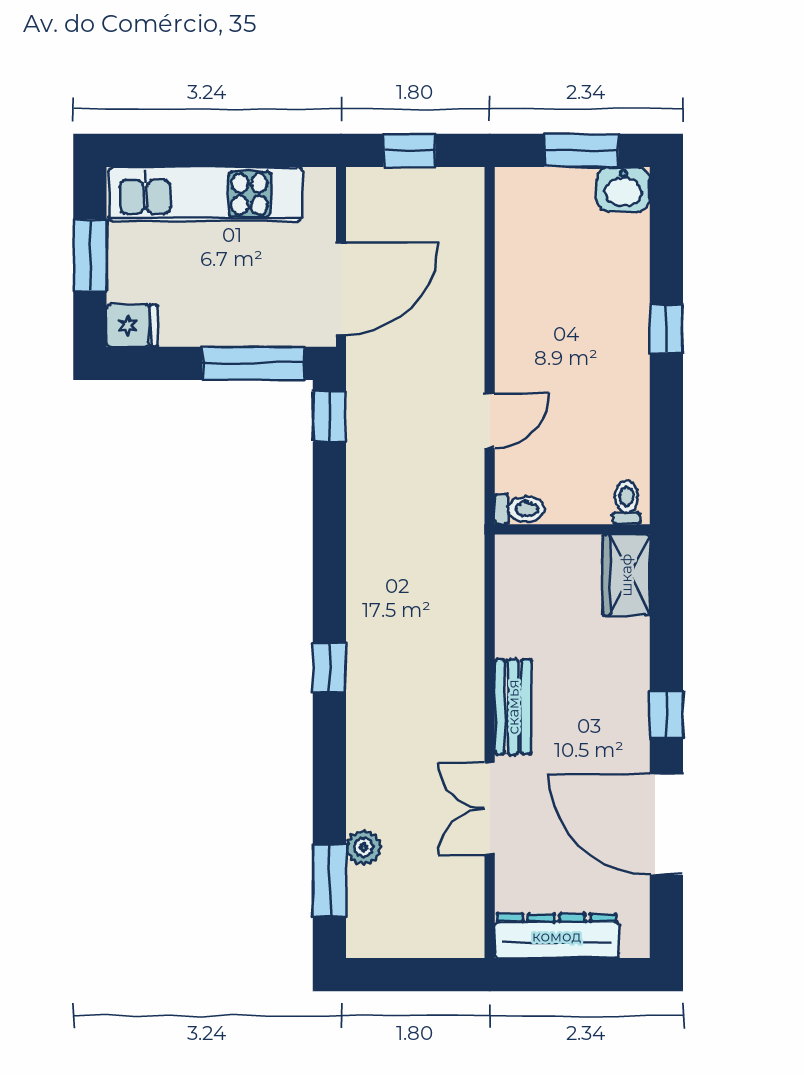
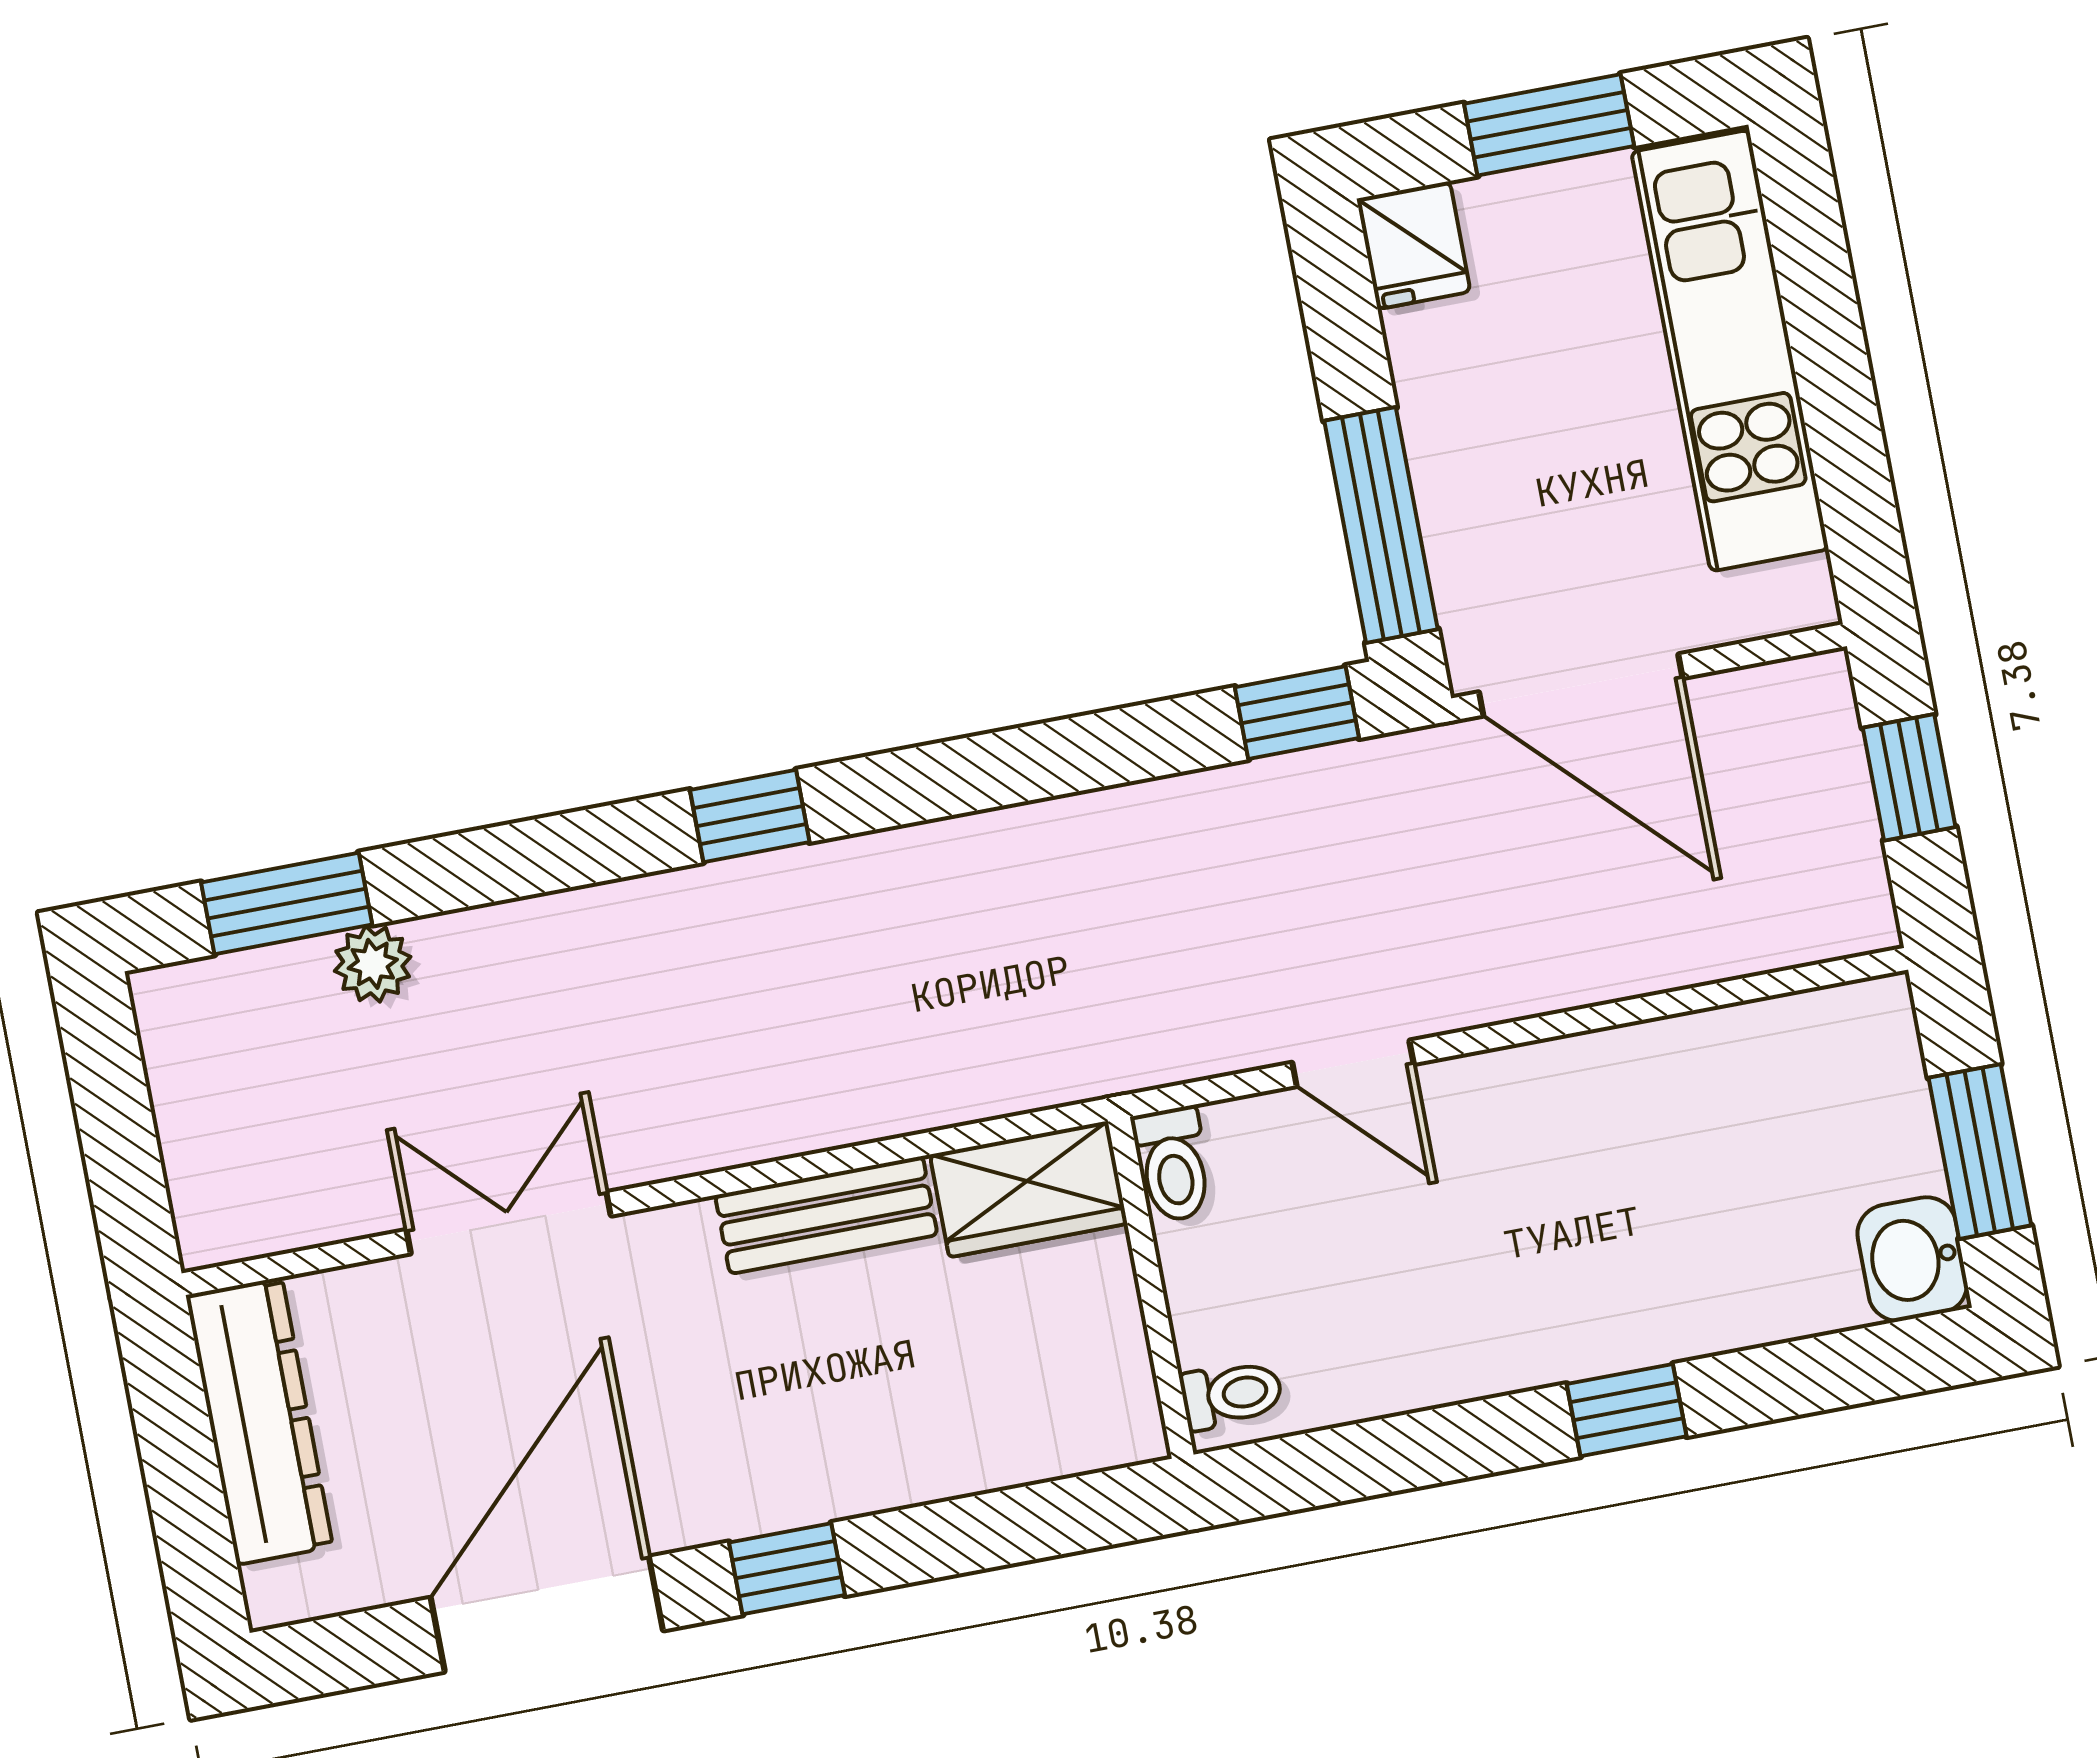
wardrobe: (626, 575) -> (1028, 1189), moved, turned 180
bench: (513, 707) -> (826, 1215), moved

